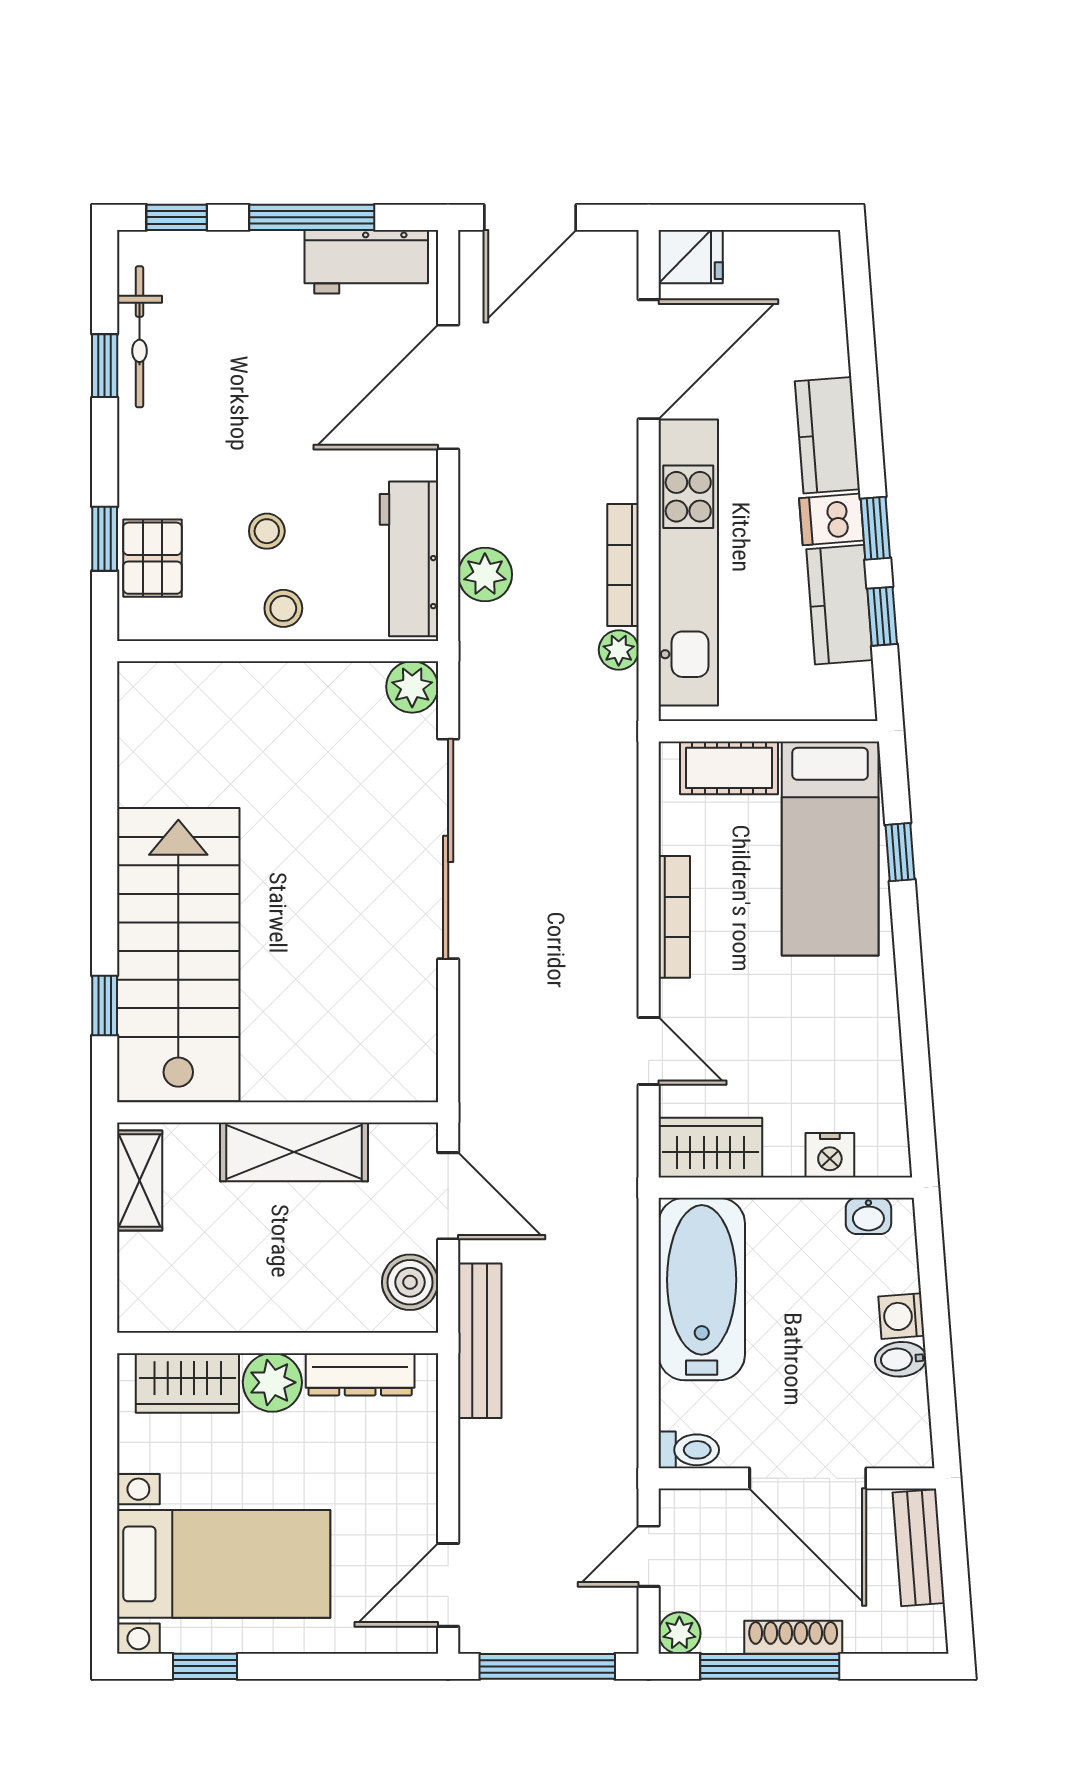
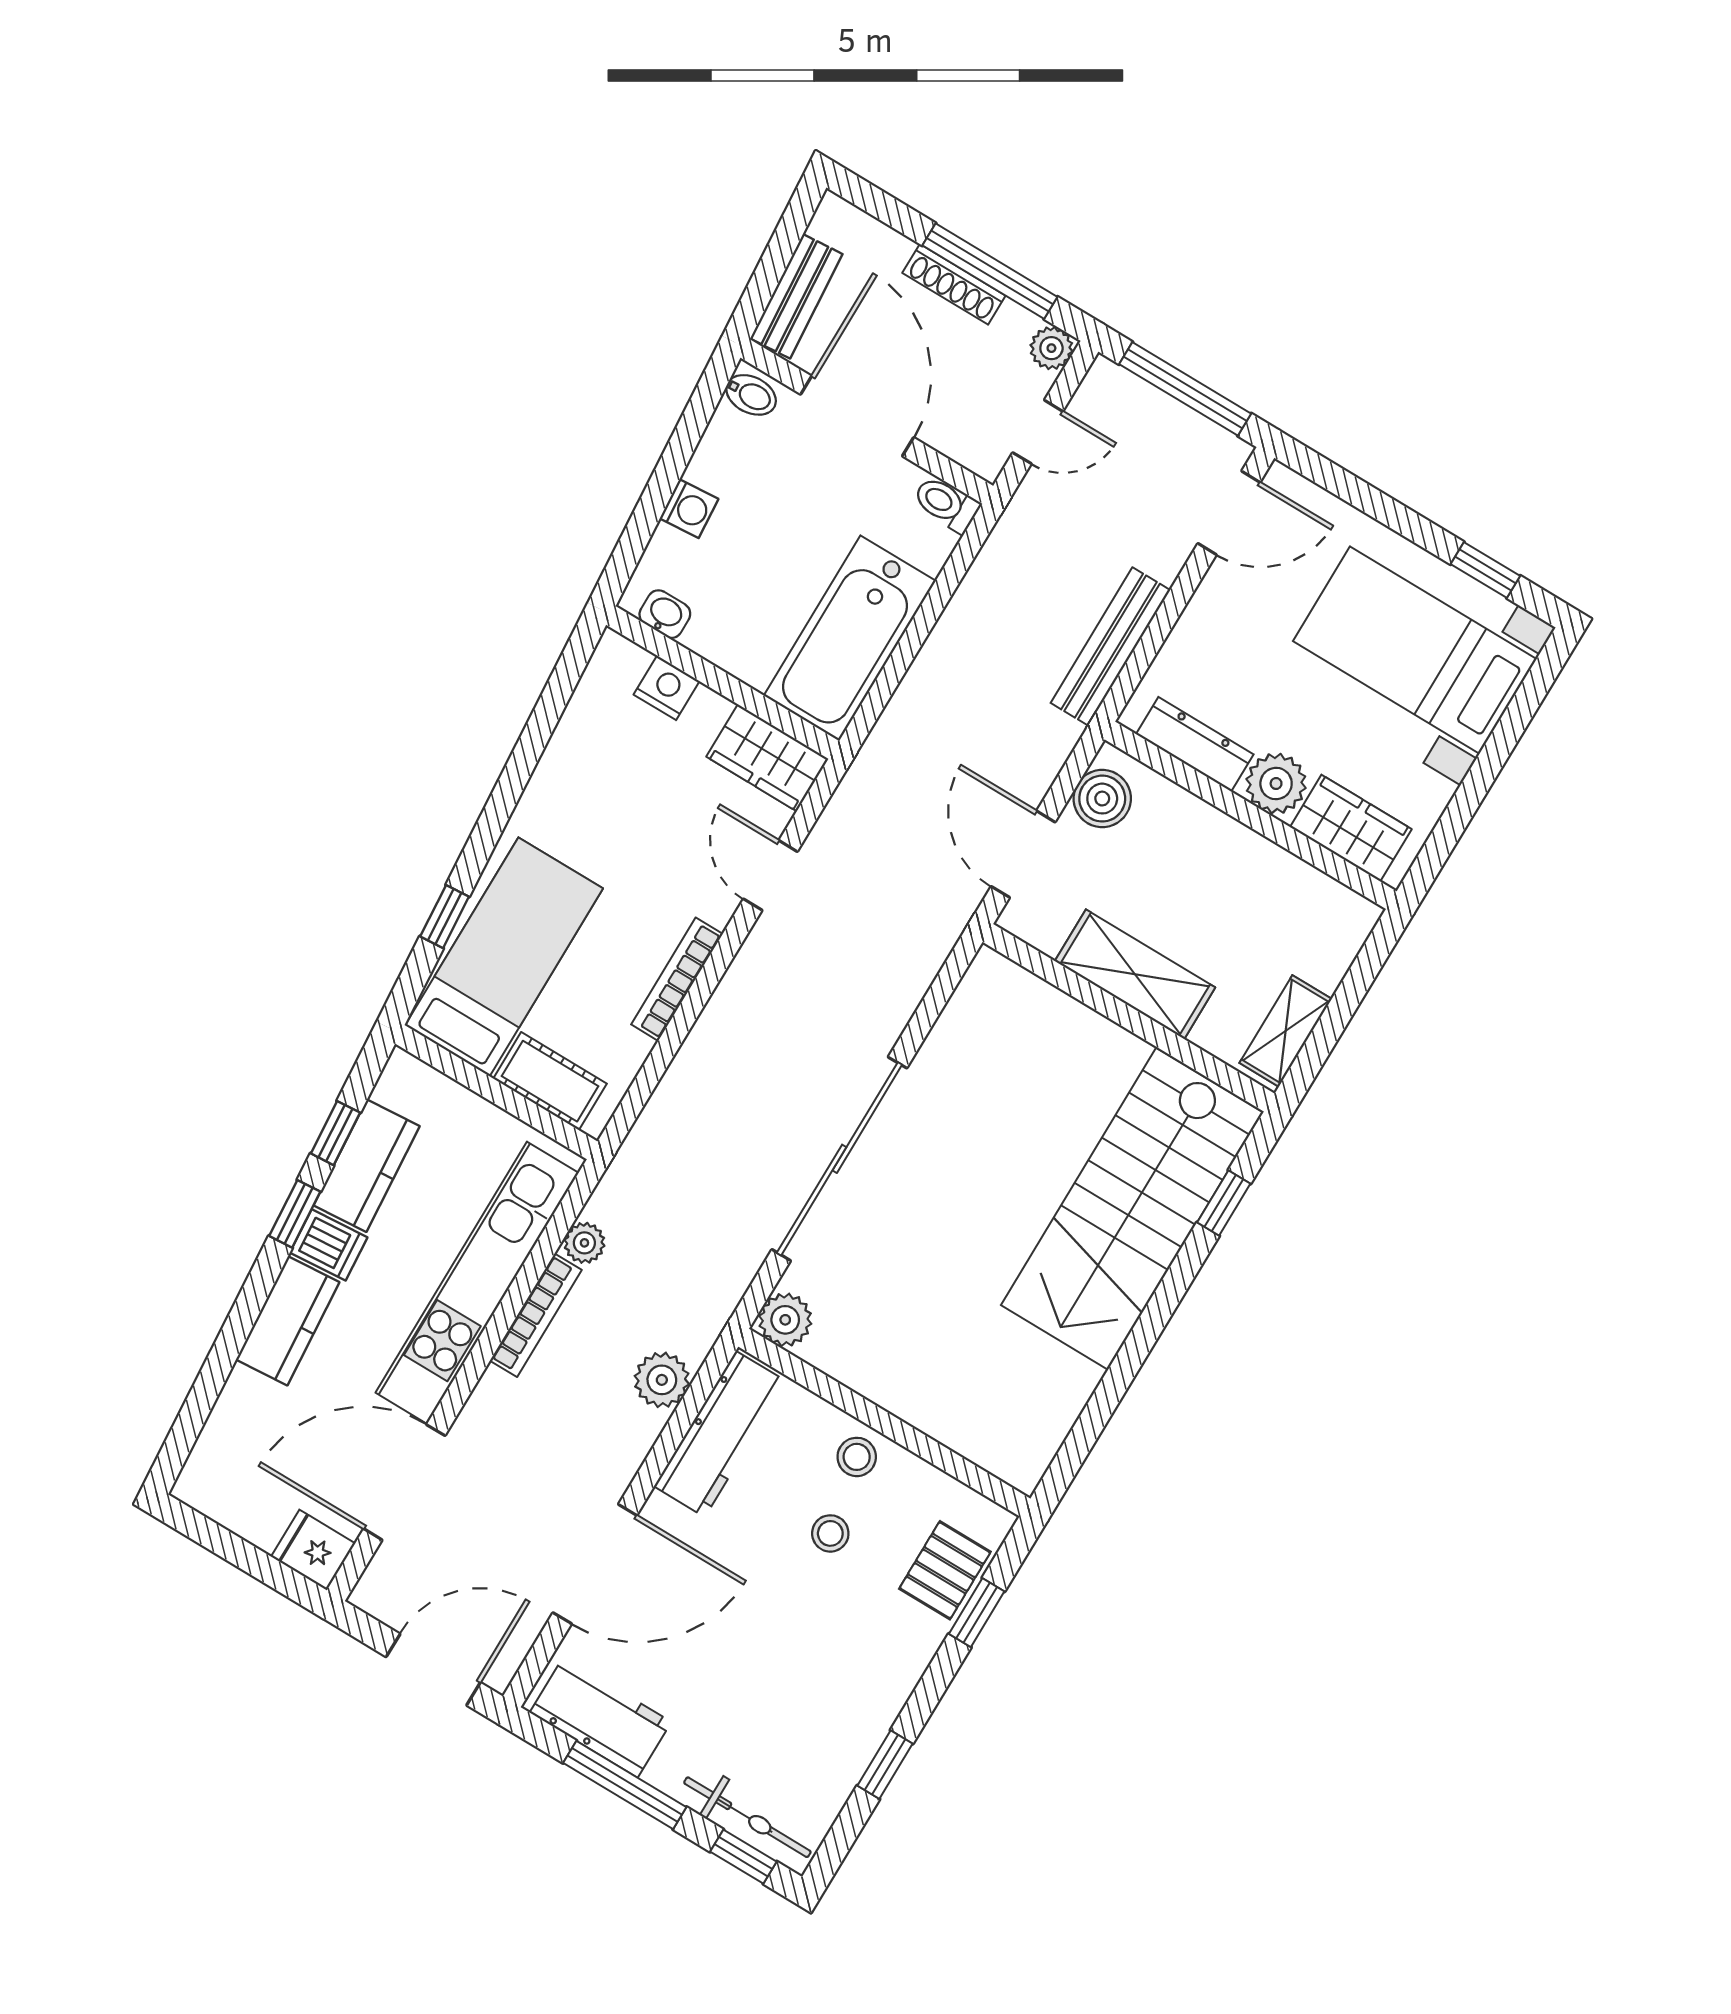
bicycle: (140, 337) -> (747, 1817), moved, turned 90
bench: (480, 1341) -> (1110, 647), moved
bidet: (901, 1359) -> (751, 395), moved

